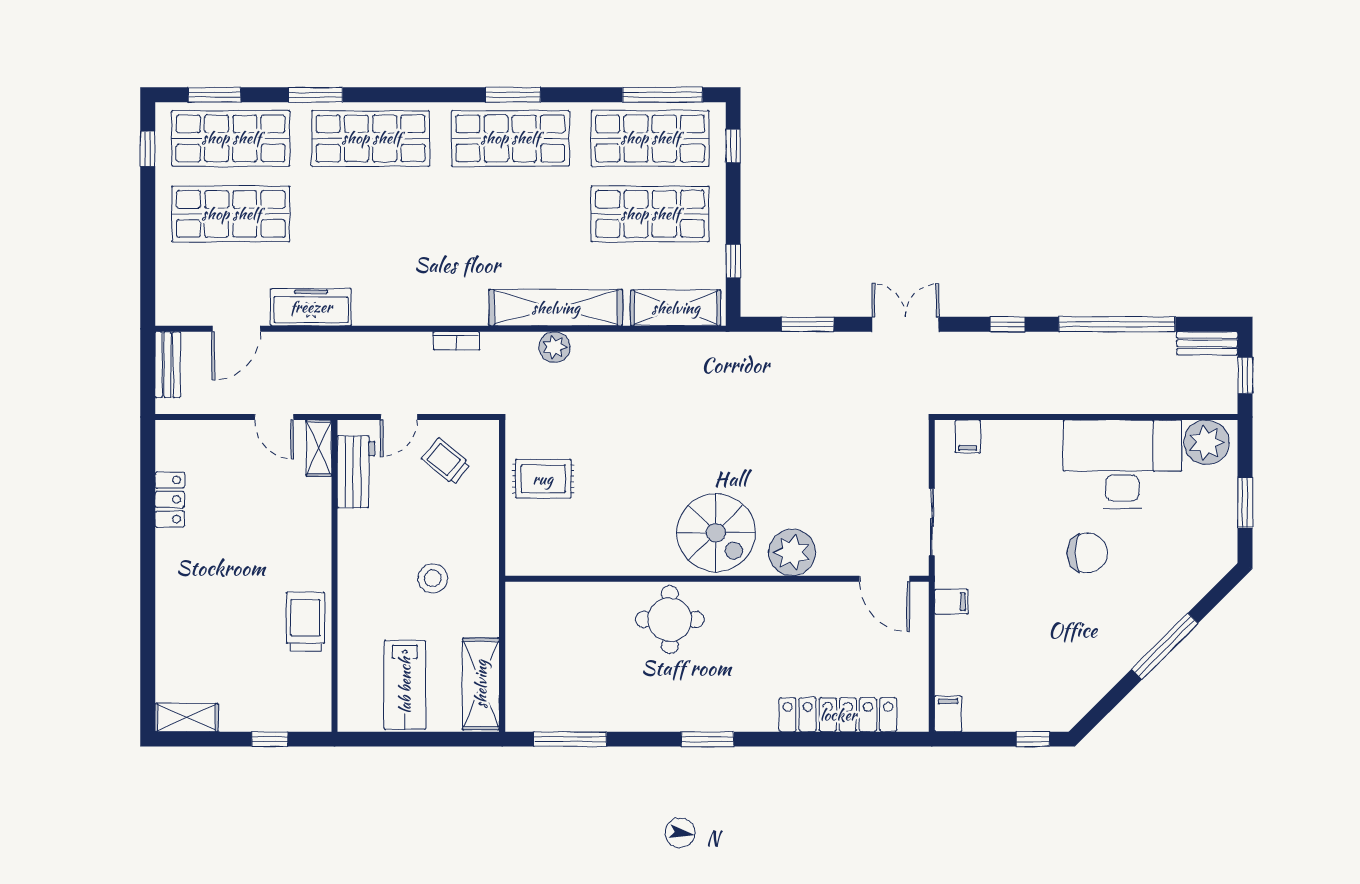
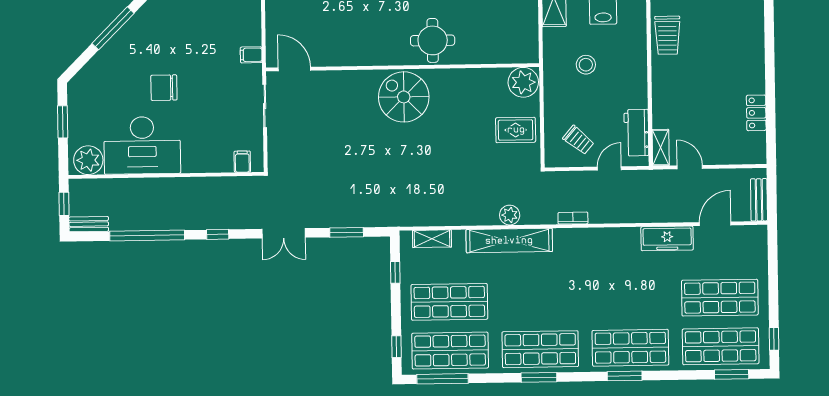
window: (316, 95) -> (625, 376), moved
shelving: (676, 308) -> (432, 239), width x0.67, depth x0.75
plant: (792, 553) -> (523, 82), moved

